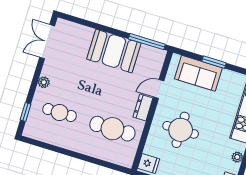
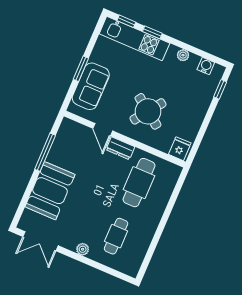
window: (147, 42) -> (45, 152), moved
booth: (114, 51) -> (50, 191), moved
window: (26, 112) -> (112, 272), removed
round table: (181, 130) -> (148, 111), turned 36

